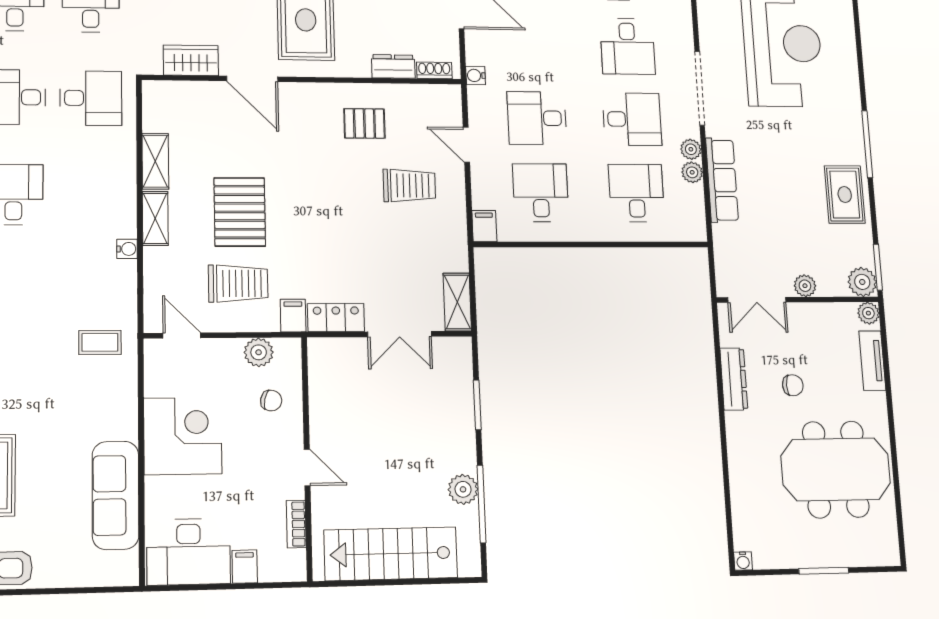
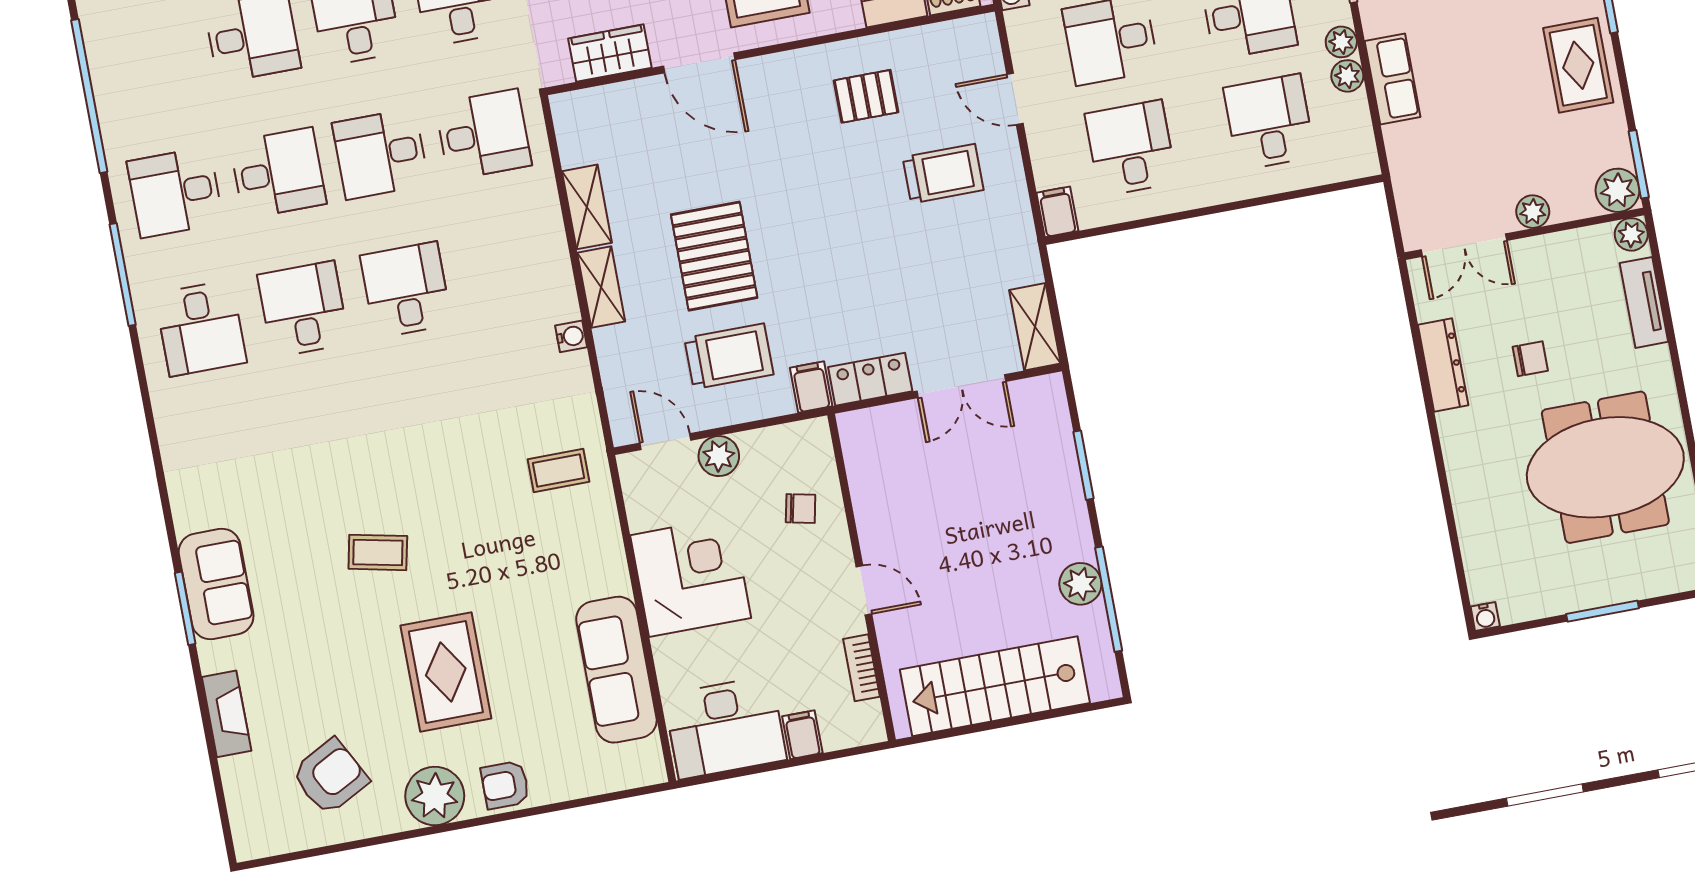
row of seats: (722, 180) -> (1393, 79), width x0.68
plant: (259, 352) -> (719, 456), moved

